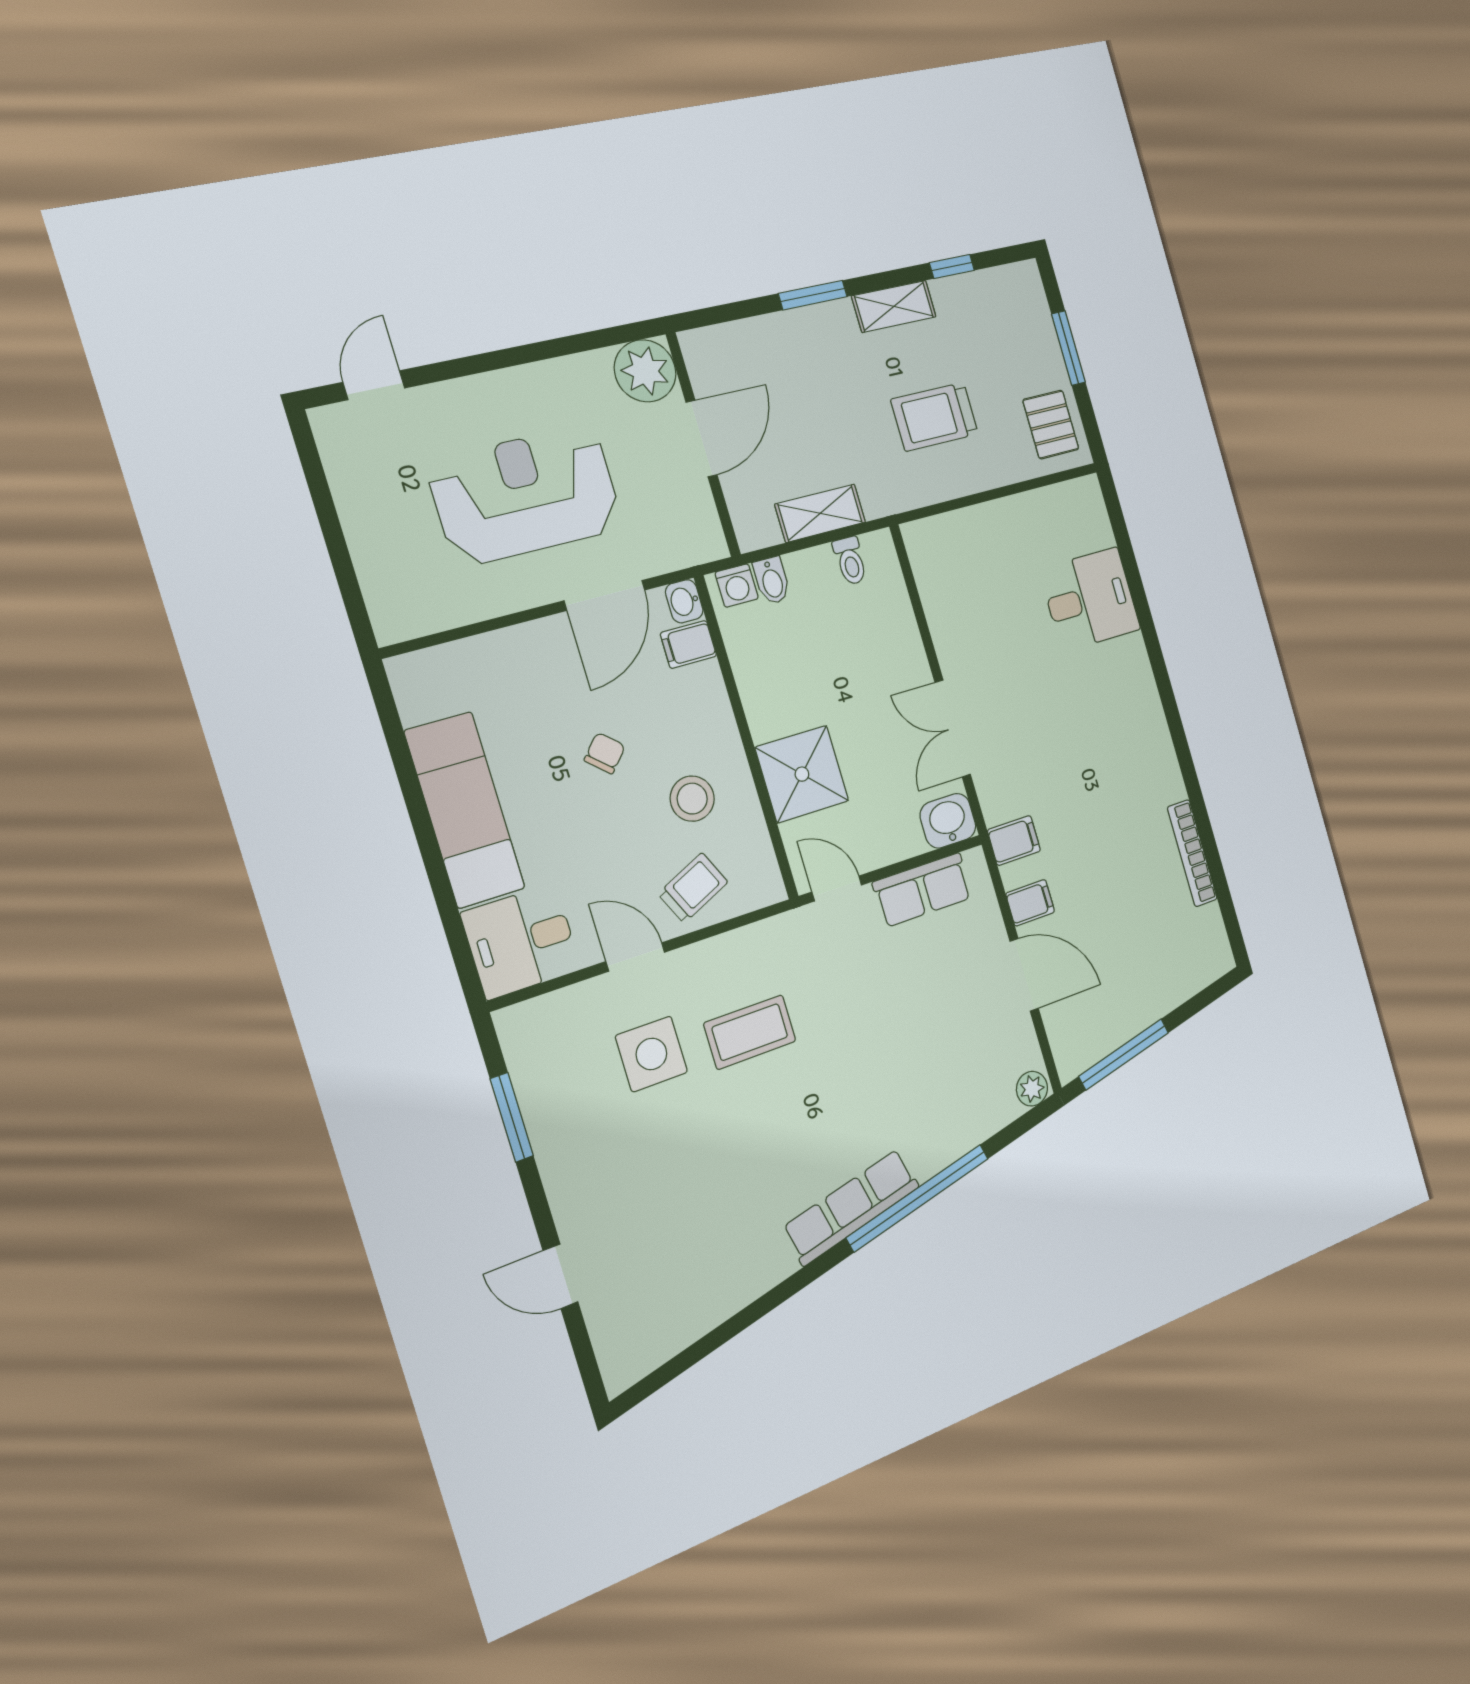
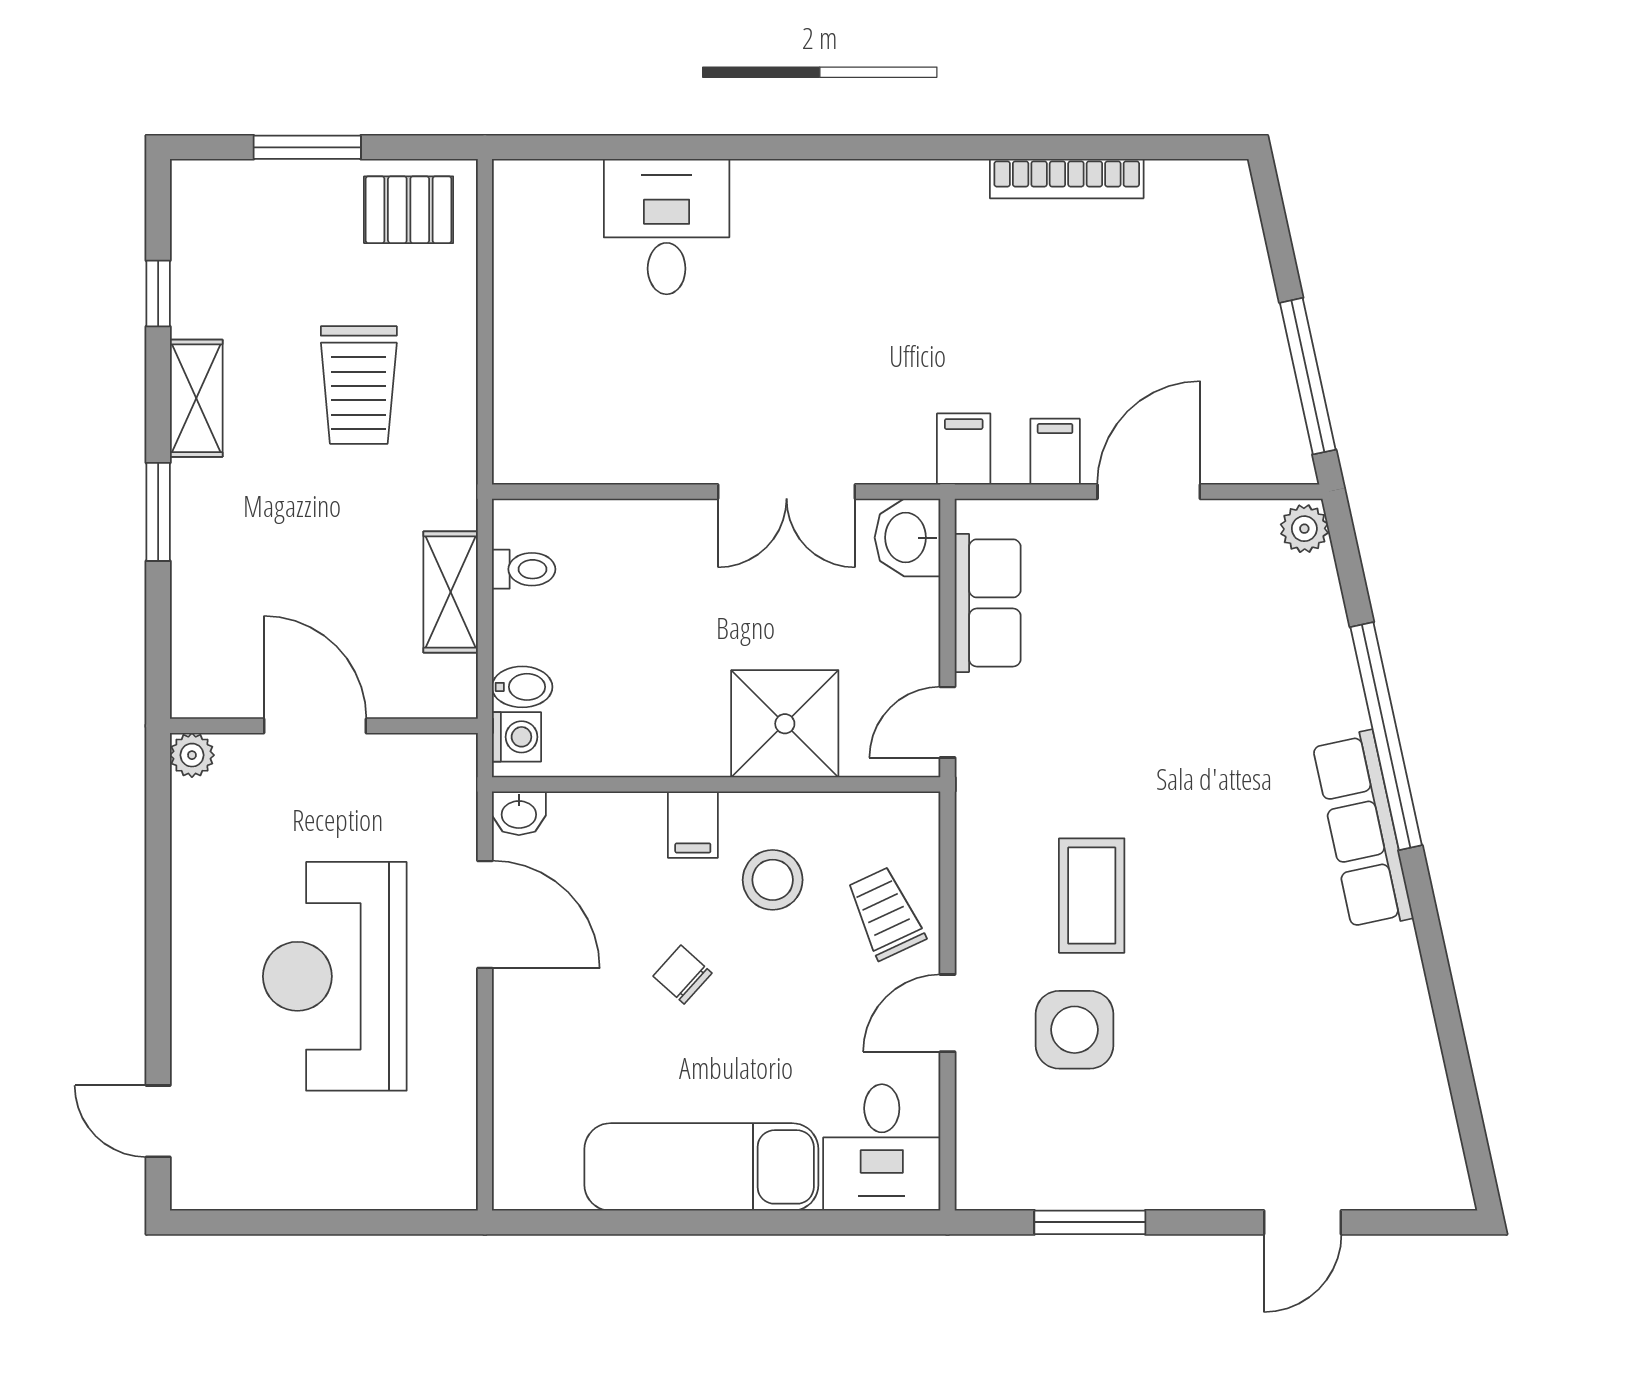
plant: (645, 371) -> (192, 755), width x0.53, depth x0.53
filing cabinet: (688, 644) -> (693, 825), moved

